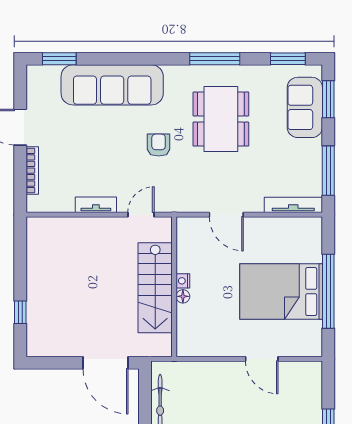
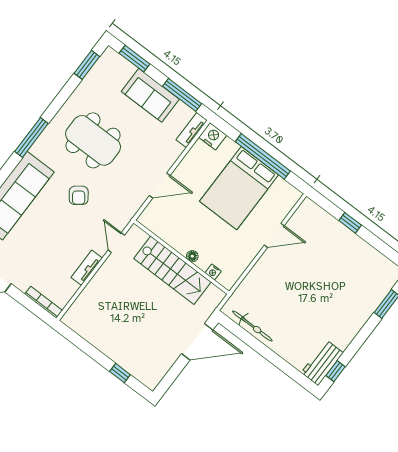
window: (215, 59) -> (31, 138), moved
sofa: (305, 107) -> (150, 95), moved
armchair: (159, 145) -> (79, 195), turned -127
bookcase: (32, 171) -> (44, 302), moved
tv unit: (293, 205) -> (192, 130), width x0.71
nightstand: (311, 229) -> (213, 136), added
nightstand: (183, 281) -> (213, 272), moved

